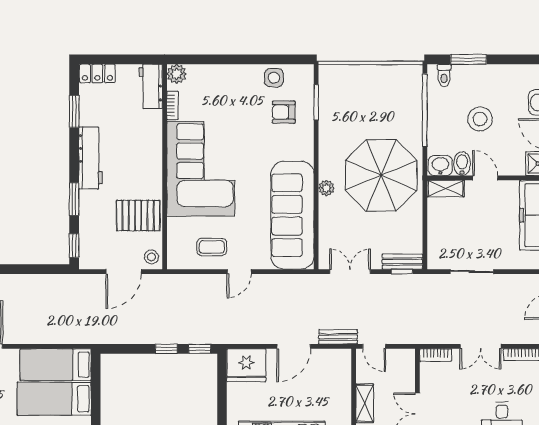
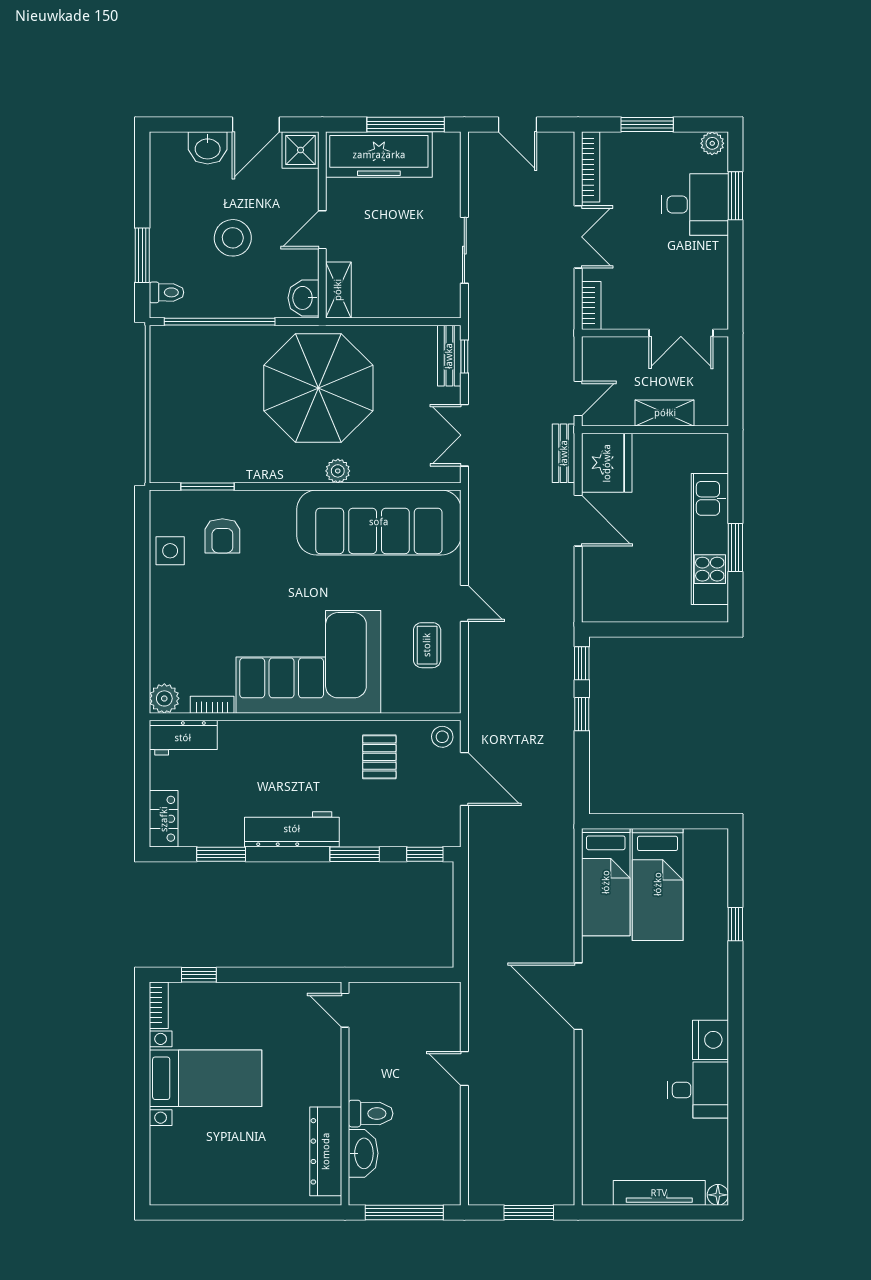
bidet: (462, 164) -> (301, 265), removed
pallet: (138, 215) -> (379, 757), width x0.67, depth x0.71
fridge: (246, 365) -> (607, 463), moved

